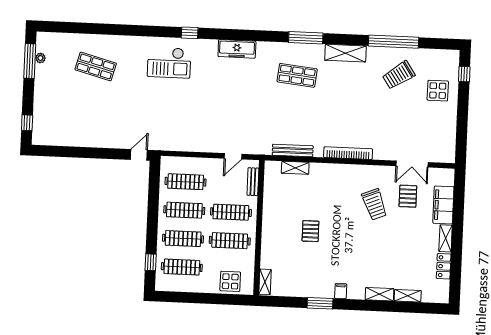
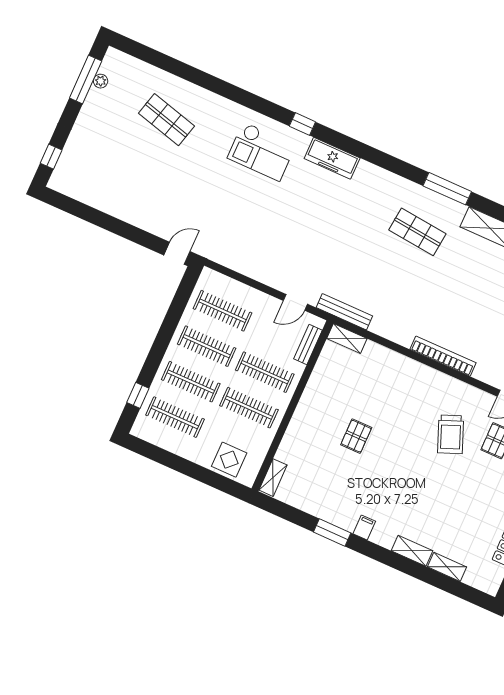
freezer: (237, 49) -> (332, 158), moved
bench: (293, 150) -> (344, 312), moved
shelving: (295, 168) -> (347, 339), moved

